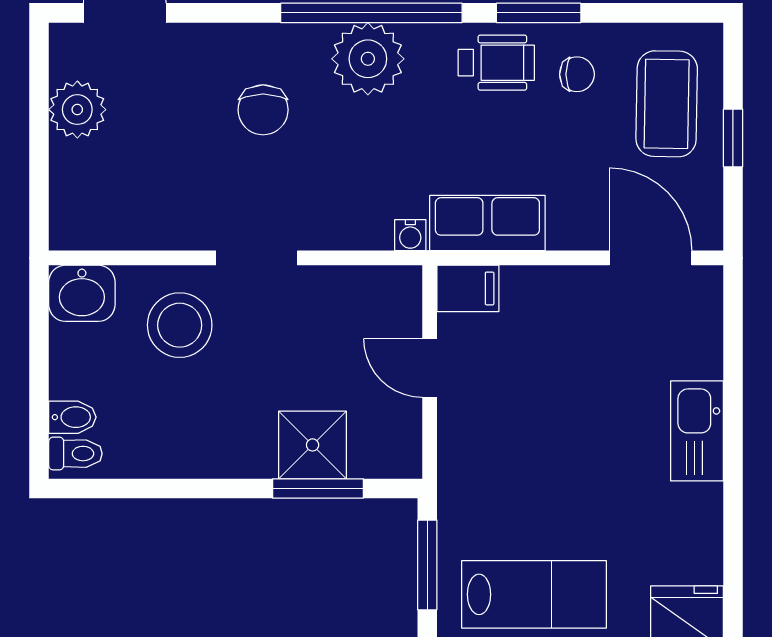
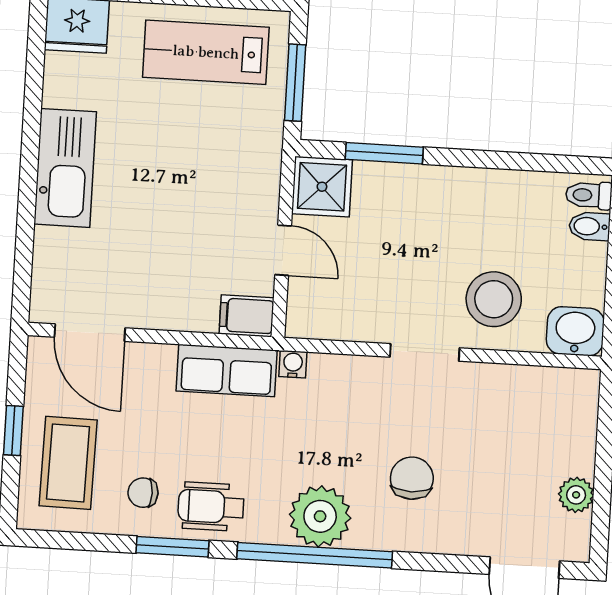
plant: (77, 110) -> (576, 495), width x0.73, depth x0.73
kitchen sink: (697, 431) -> (65, 168), width x1.36, depth x1.24
shower: (313, 445) -> (322, 187), moved

